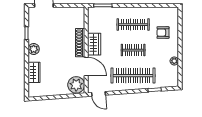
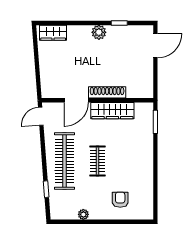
clothes rail: (133, 25) -> (131, 161), removed
wardrobe: (94, 44) -> (112, 111), width x1.50
wardrobe: (34, 72) -> (53, 33), moved
plant: (76, 85) -> (52, 87), removed

